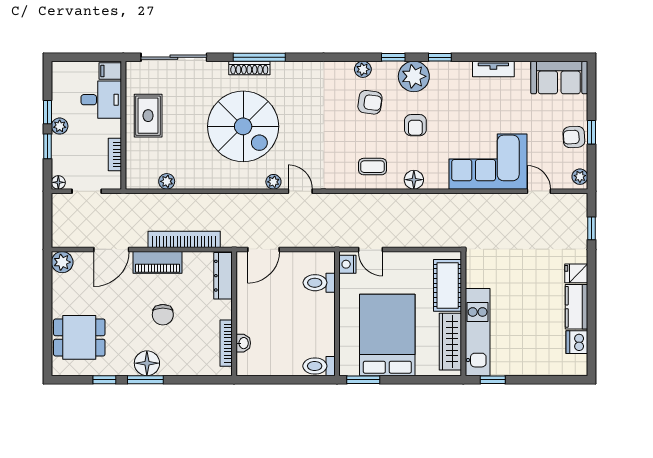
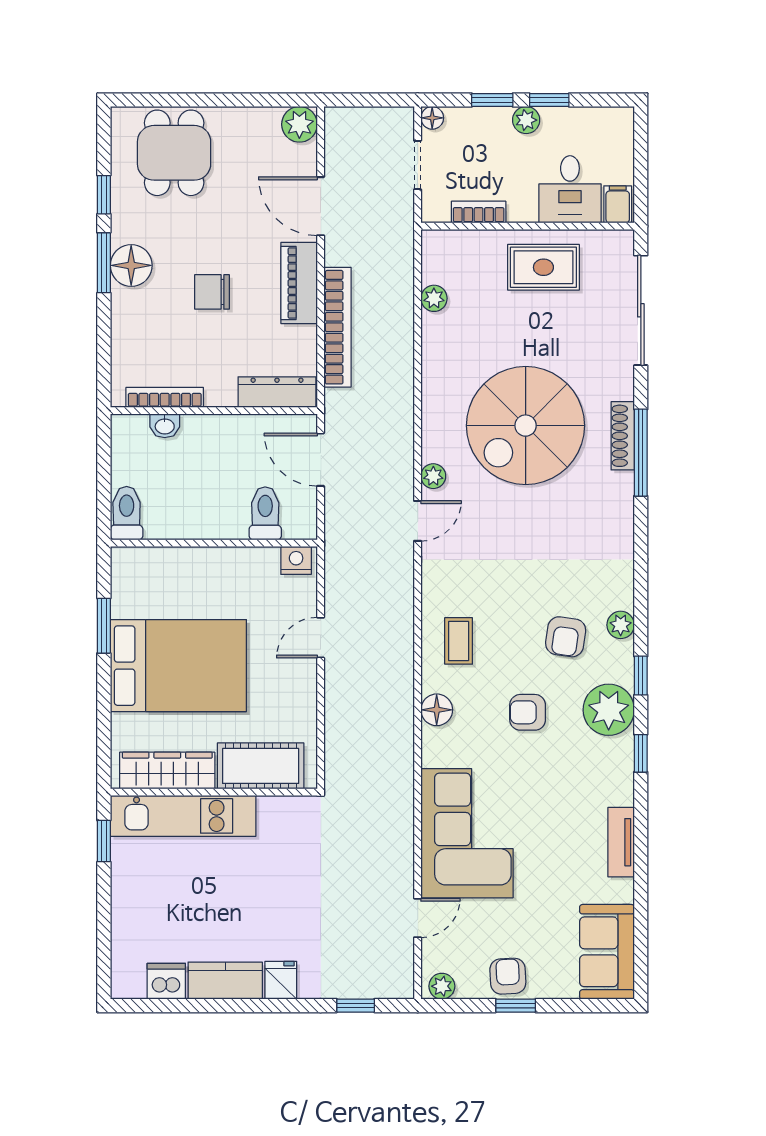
nightstand: (347, 264) -> (296, 560), moved
toilet: (319, 283) -> (265, 513), moved
wall: (337, 314) -> (214, 543), moved
toilet: (319, 366) -> (127, 513), moved

